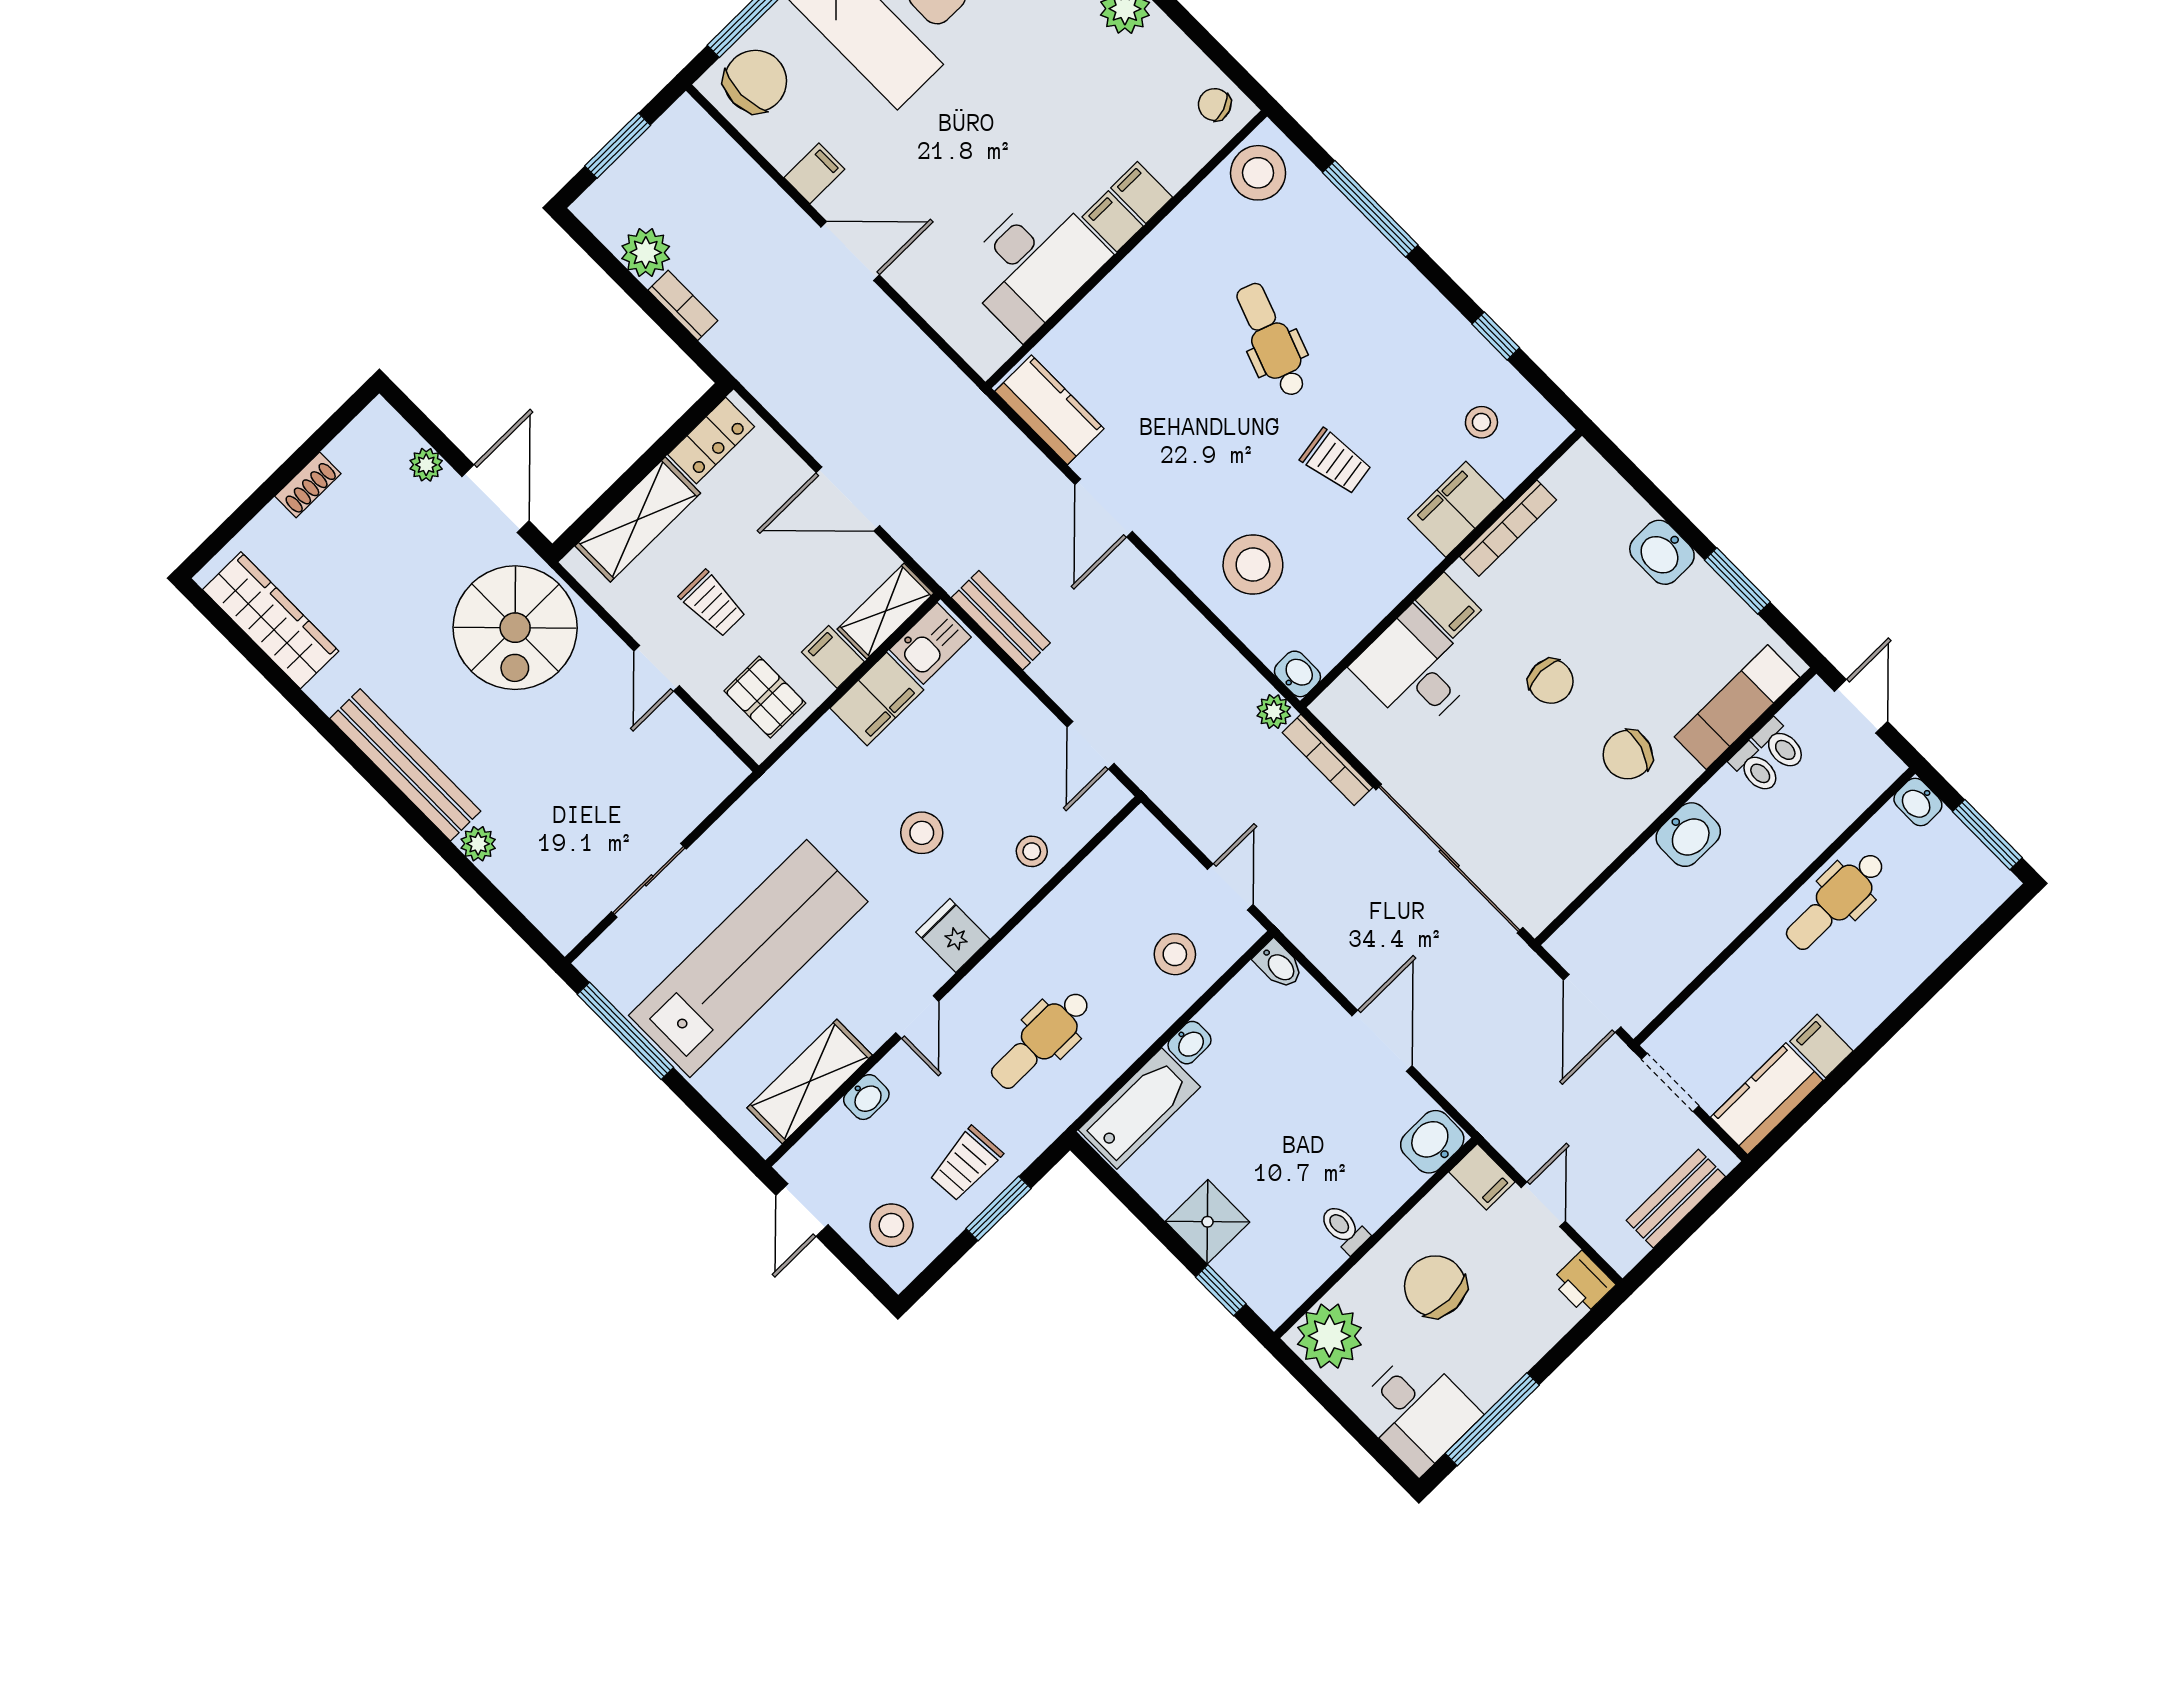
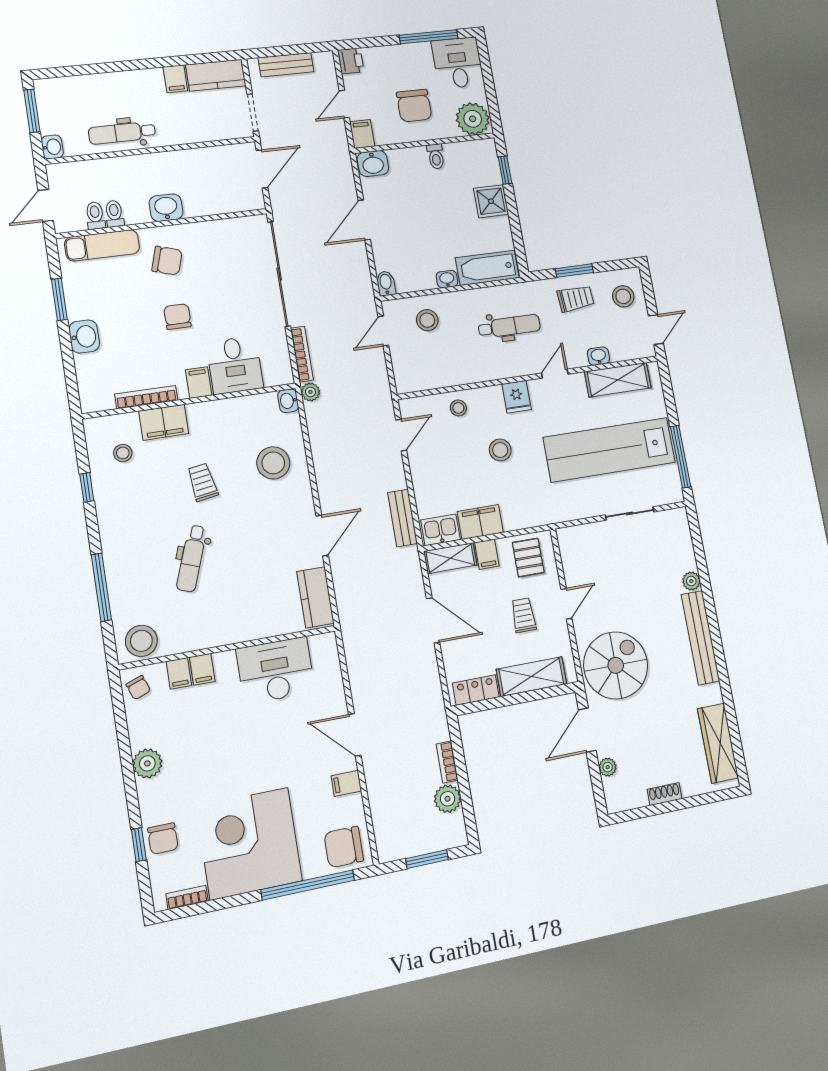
filing cabinet: (1113, 221) -> (179, 673), moved
dental chair: (1836, 901) -> (122, 133), turned 180

